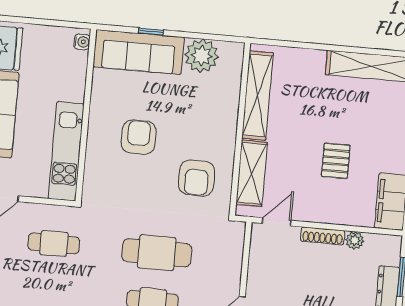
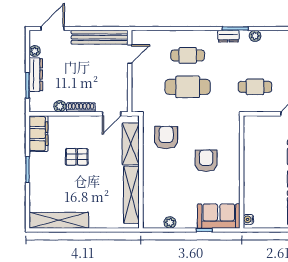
sofa: (139, 52) -> (219, 216), width x0.73
plant: (202, 56) -> (170, 222), width x0.53, depth x0.53
armchair: (139, 137) -> (206, 161), turned 180
kitchen unit: (66, 151) -> (252, 147), removed
pallet: (336, 161) -> (77, 157), turned 90

